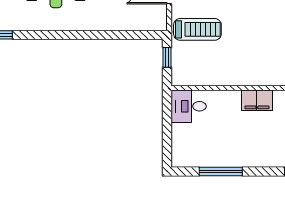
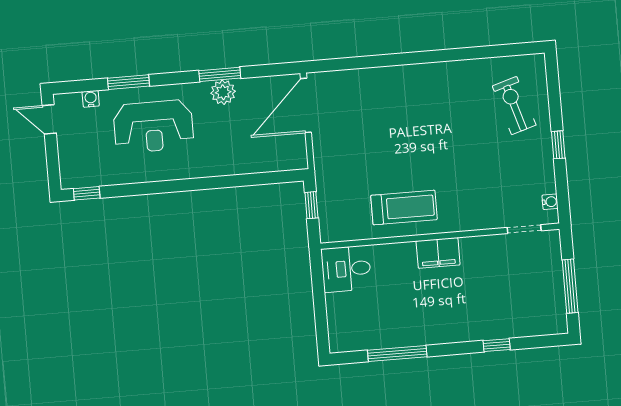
treadmill: (197, 29) -> (404, 207), moved

